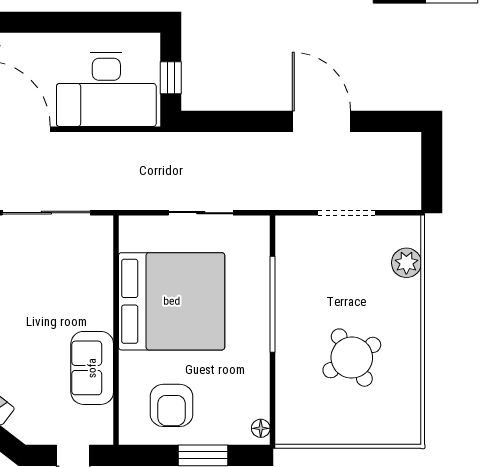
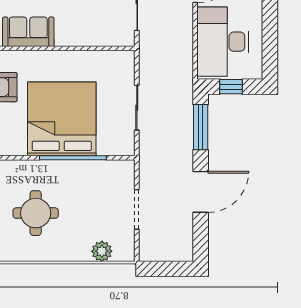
window: (229, 121) -> (201, 127), added
bed: (172, 301) -> (62, 119), moved, turned 180
round table: (352, 358) -> (36, 213), turned 31

